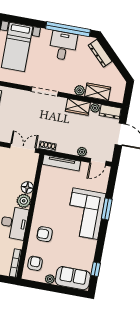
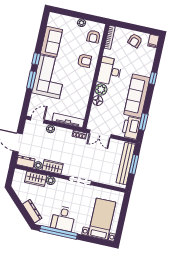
window: (96, 269) -> (36, 59), moved
sofa: (73, 278) -> (51, 42), moved, turned -90

